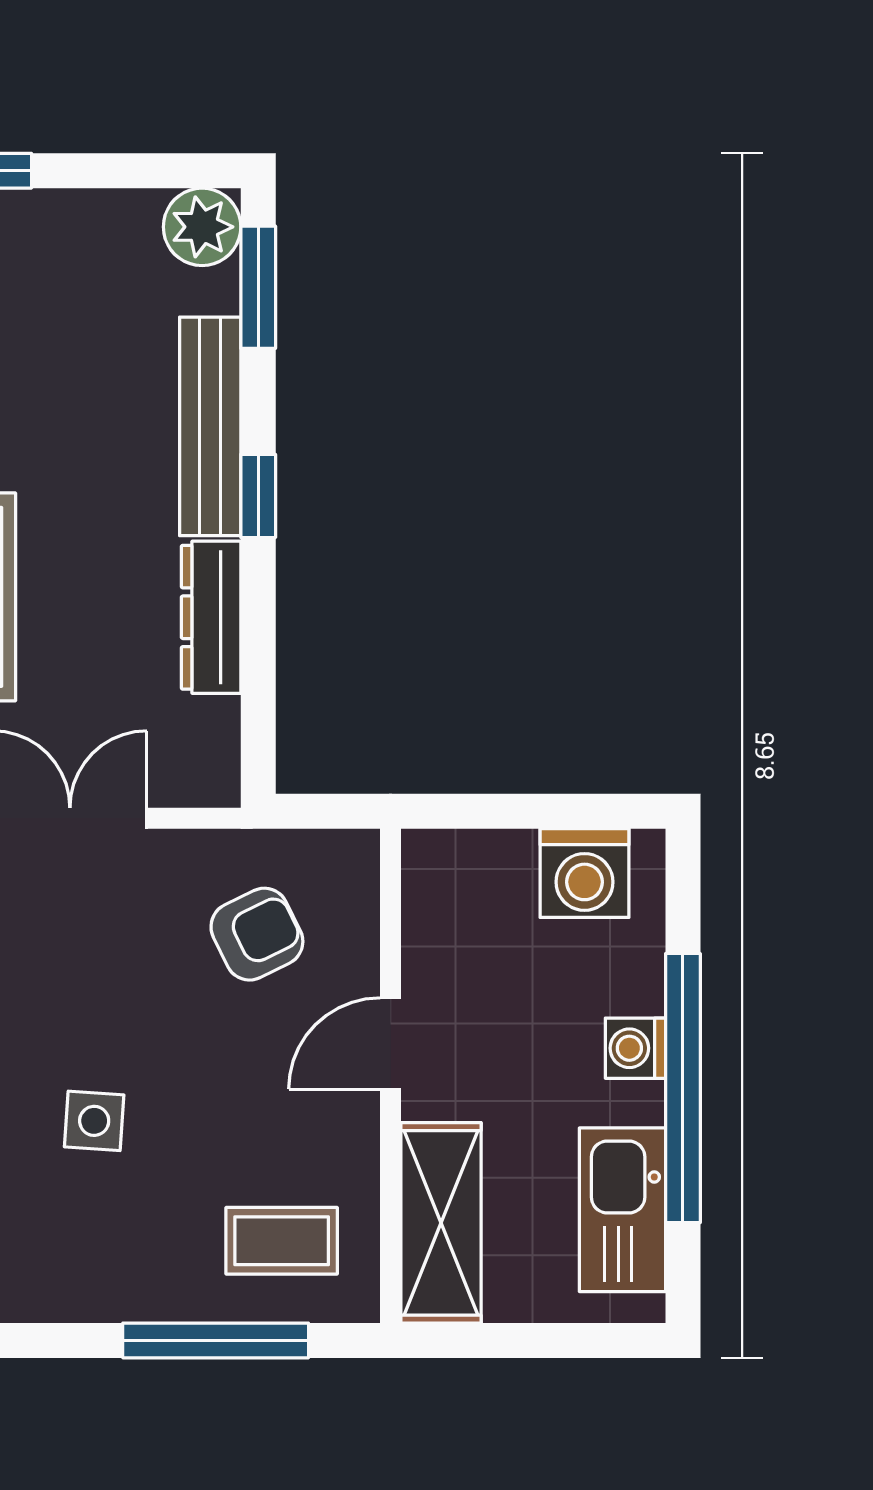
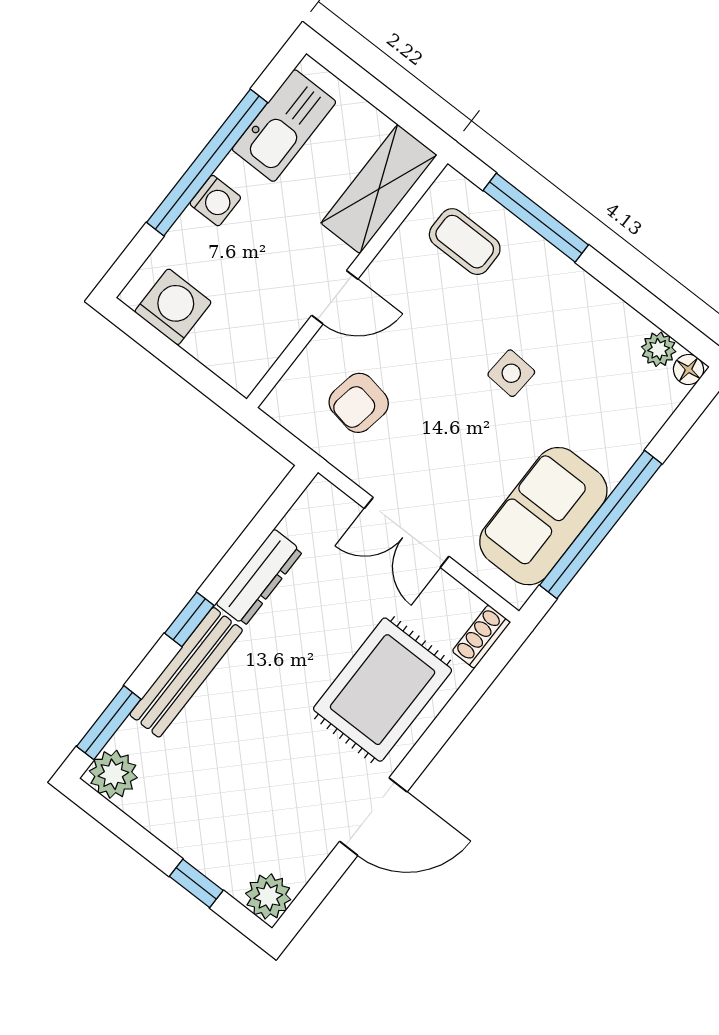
armchair: (257, 934) -> (359, 403), turned -54

